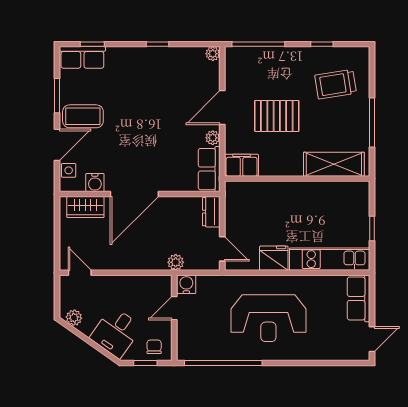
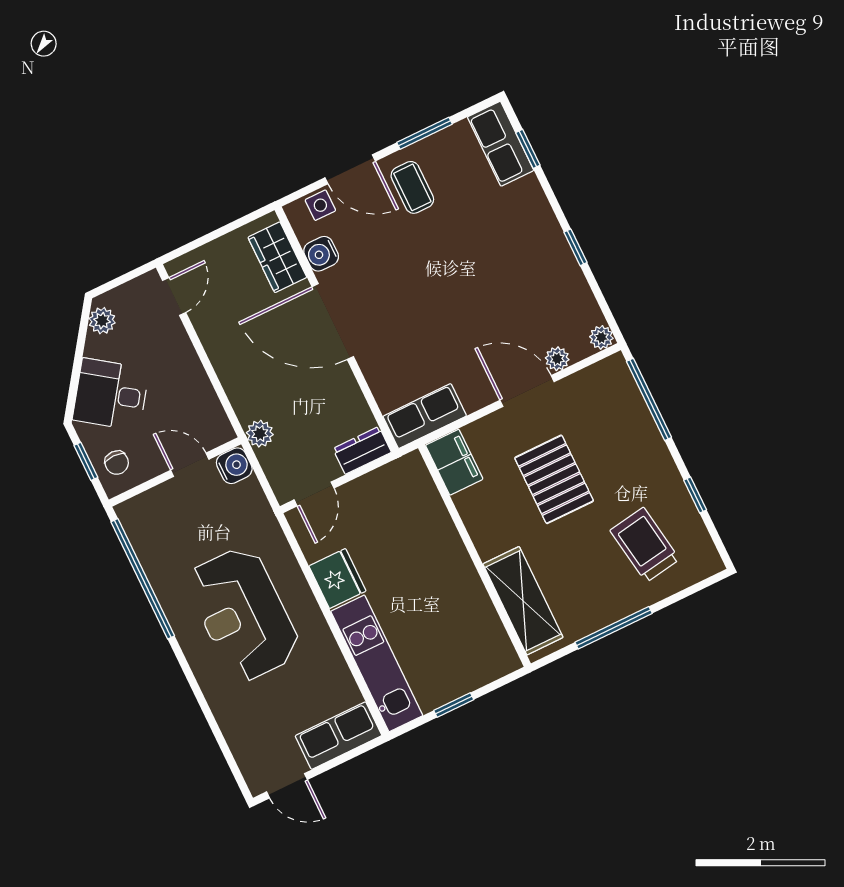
coffee table: (83, 116) -> (412, 187), width x0.73, depth x0.77
plant: (213, 138) -> (557, 359), moved
chair: (154, 347) -> (117, 463), turned 90

